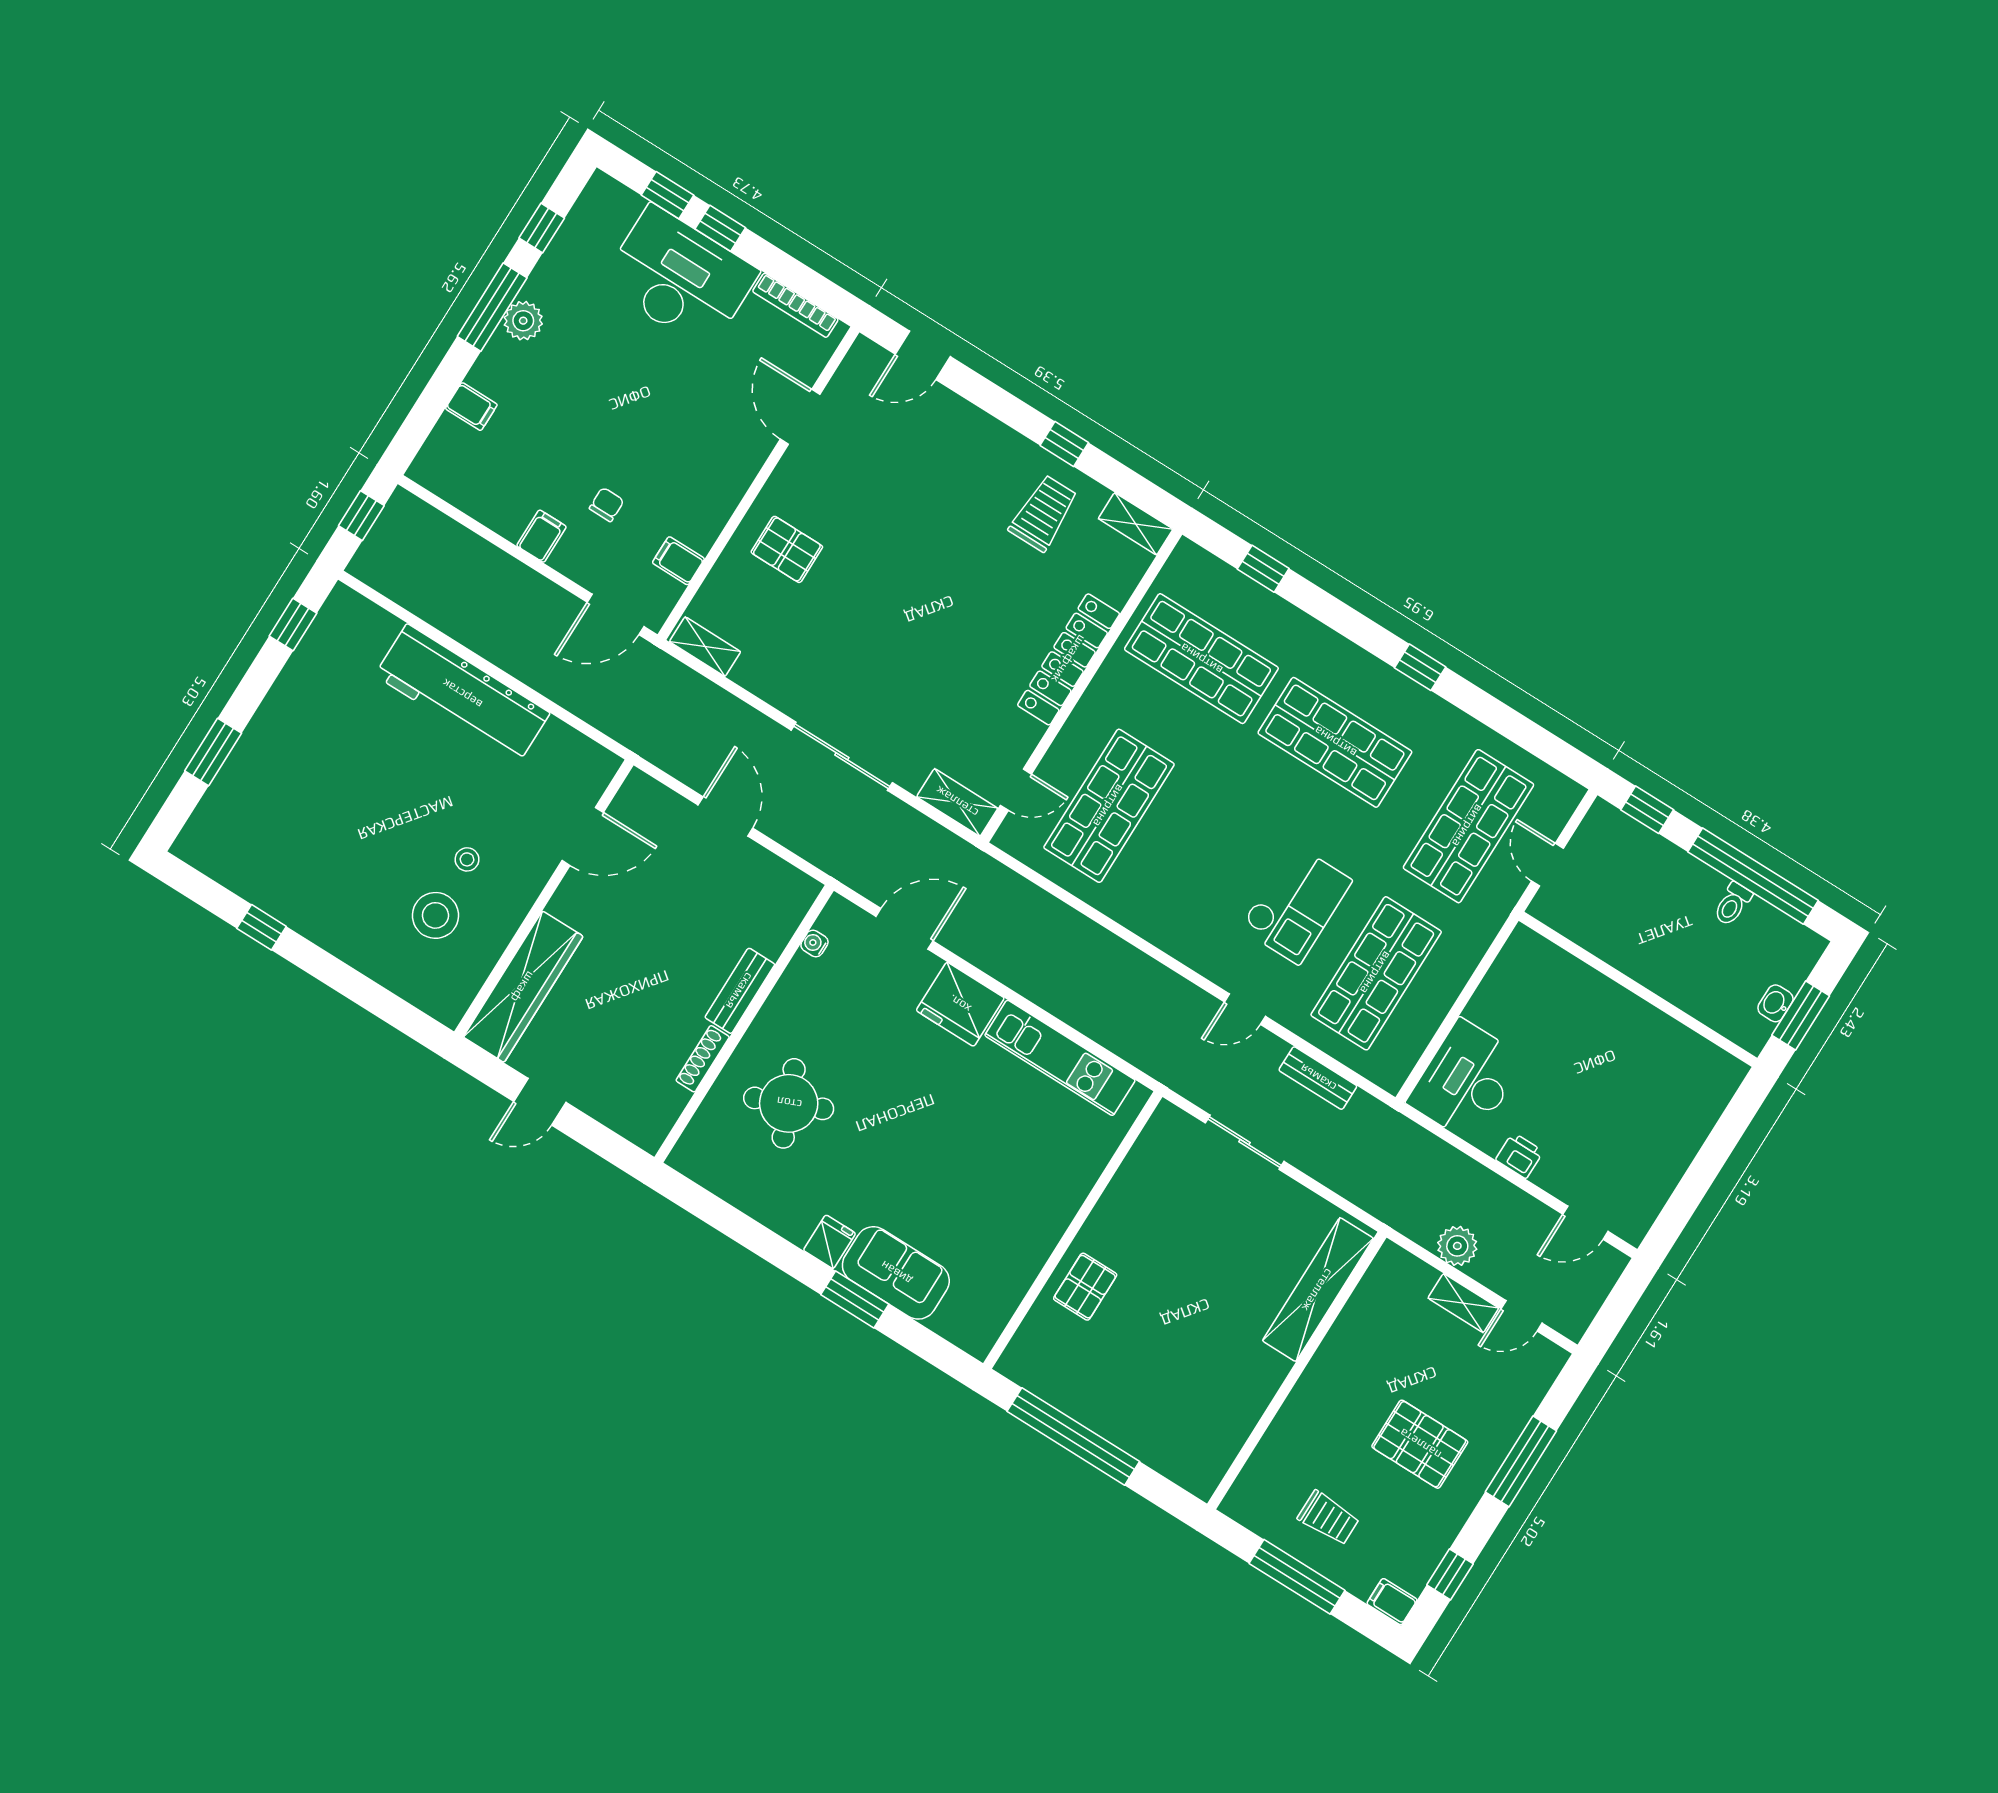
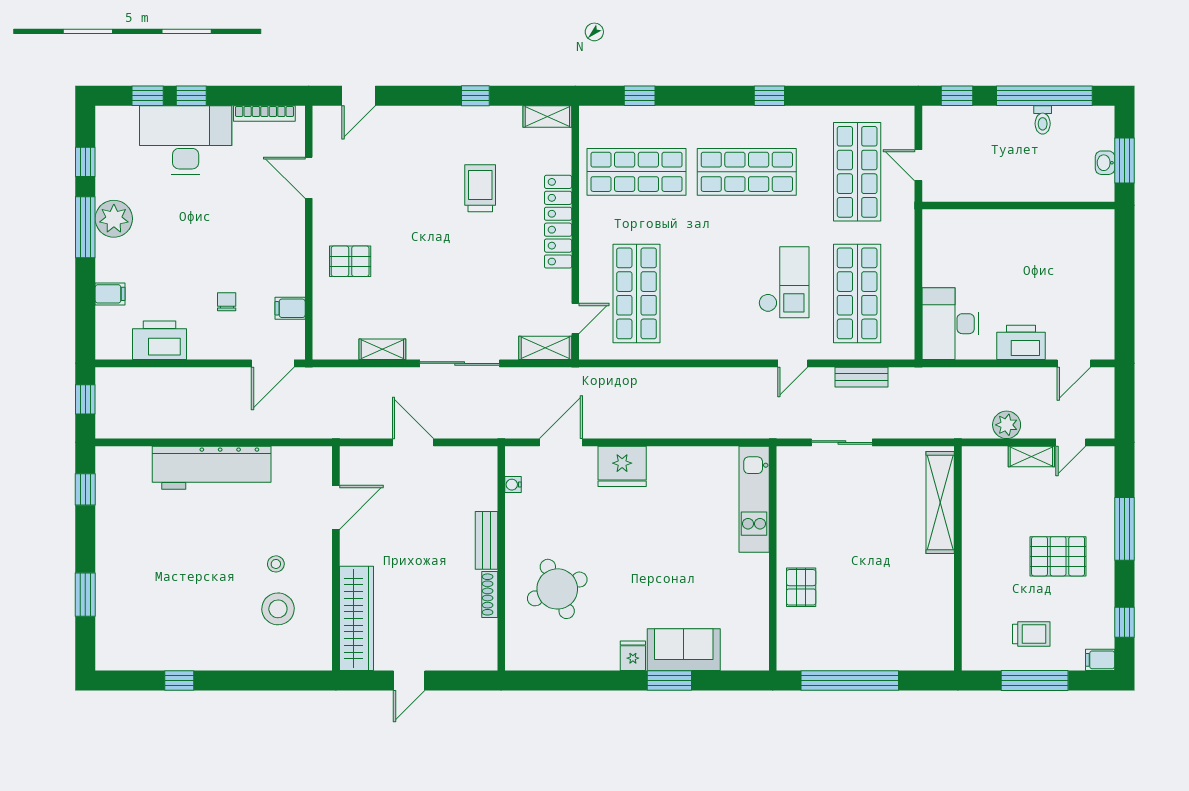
plant: (523, 321) -> (114, 219), width x1.36, depth x1.36
printer: (496, 500) -> (159, 340), added
trolley: (1043, 513) -> (480, 188), moved
filing cabinet: (542, 536) -> (200, 345), removed
shelving: (705, 647) -> (382, 349), moved
kitchen unit: (1060, 1058) -> (754, 499), moved, turned 90
printer: (1520, 1155) -> (1021, 342), width x1.87, depth x1.48

